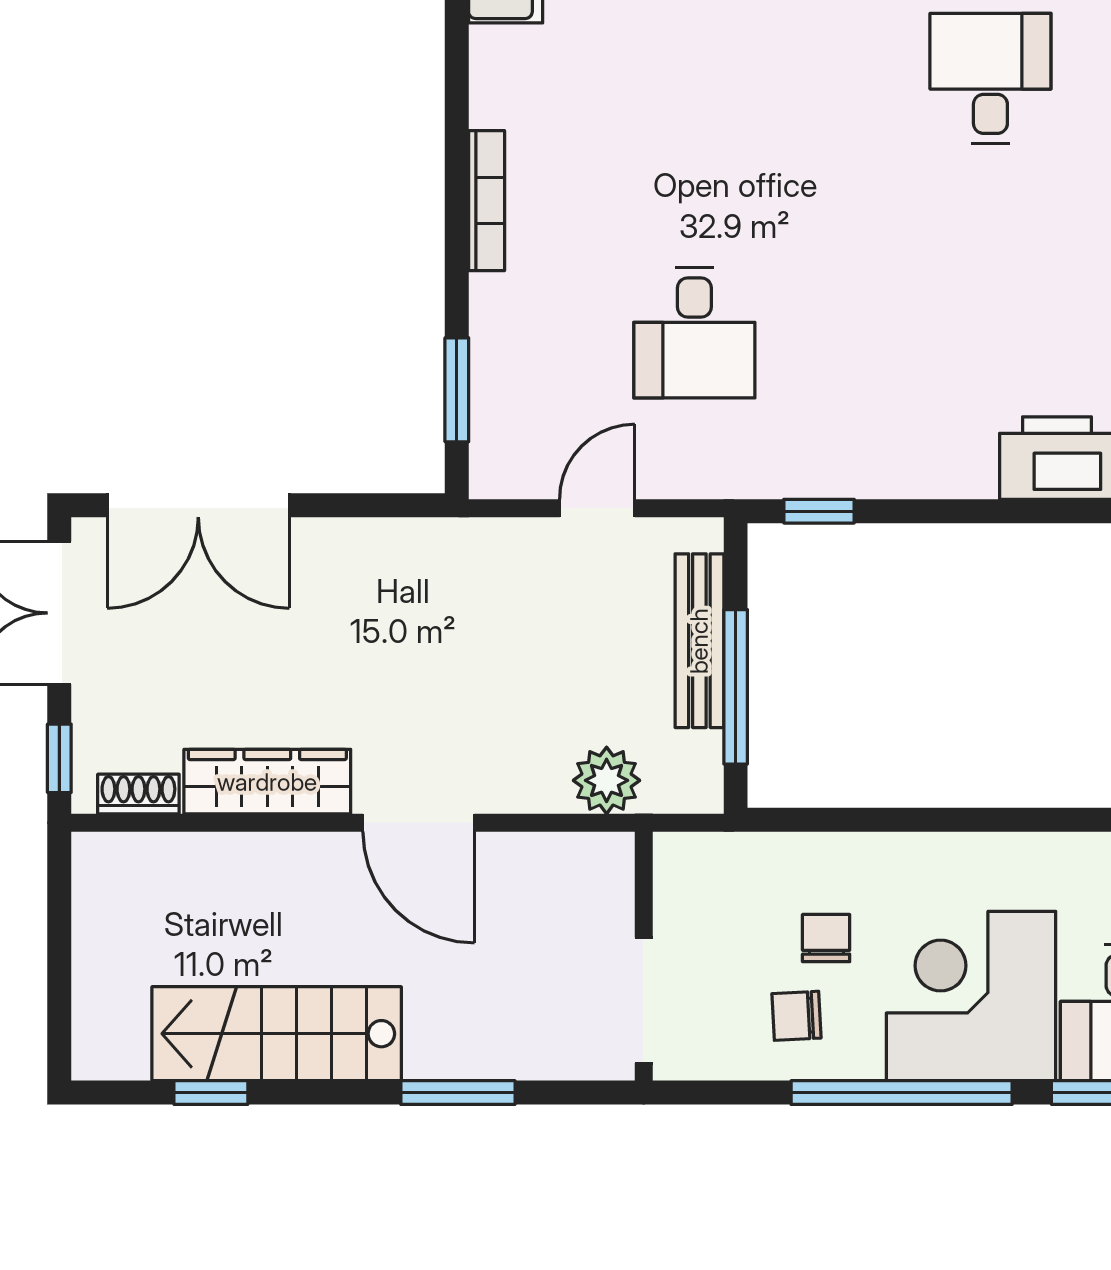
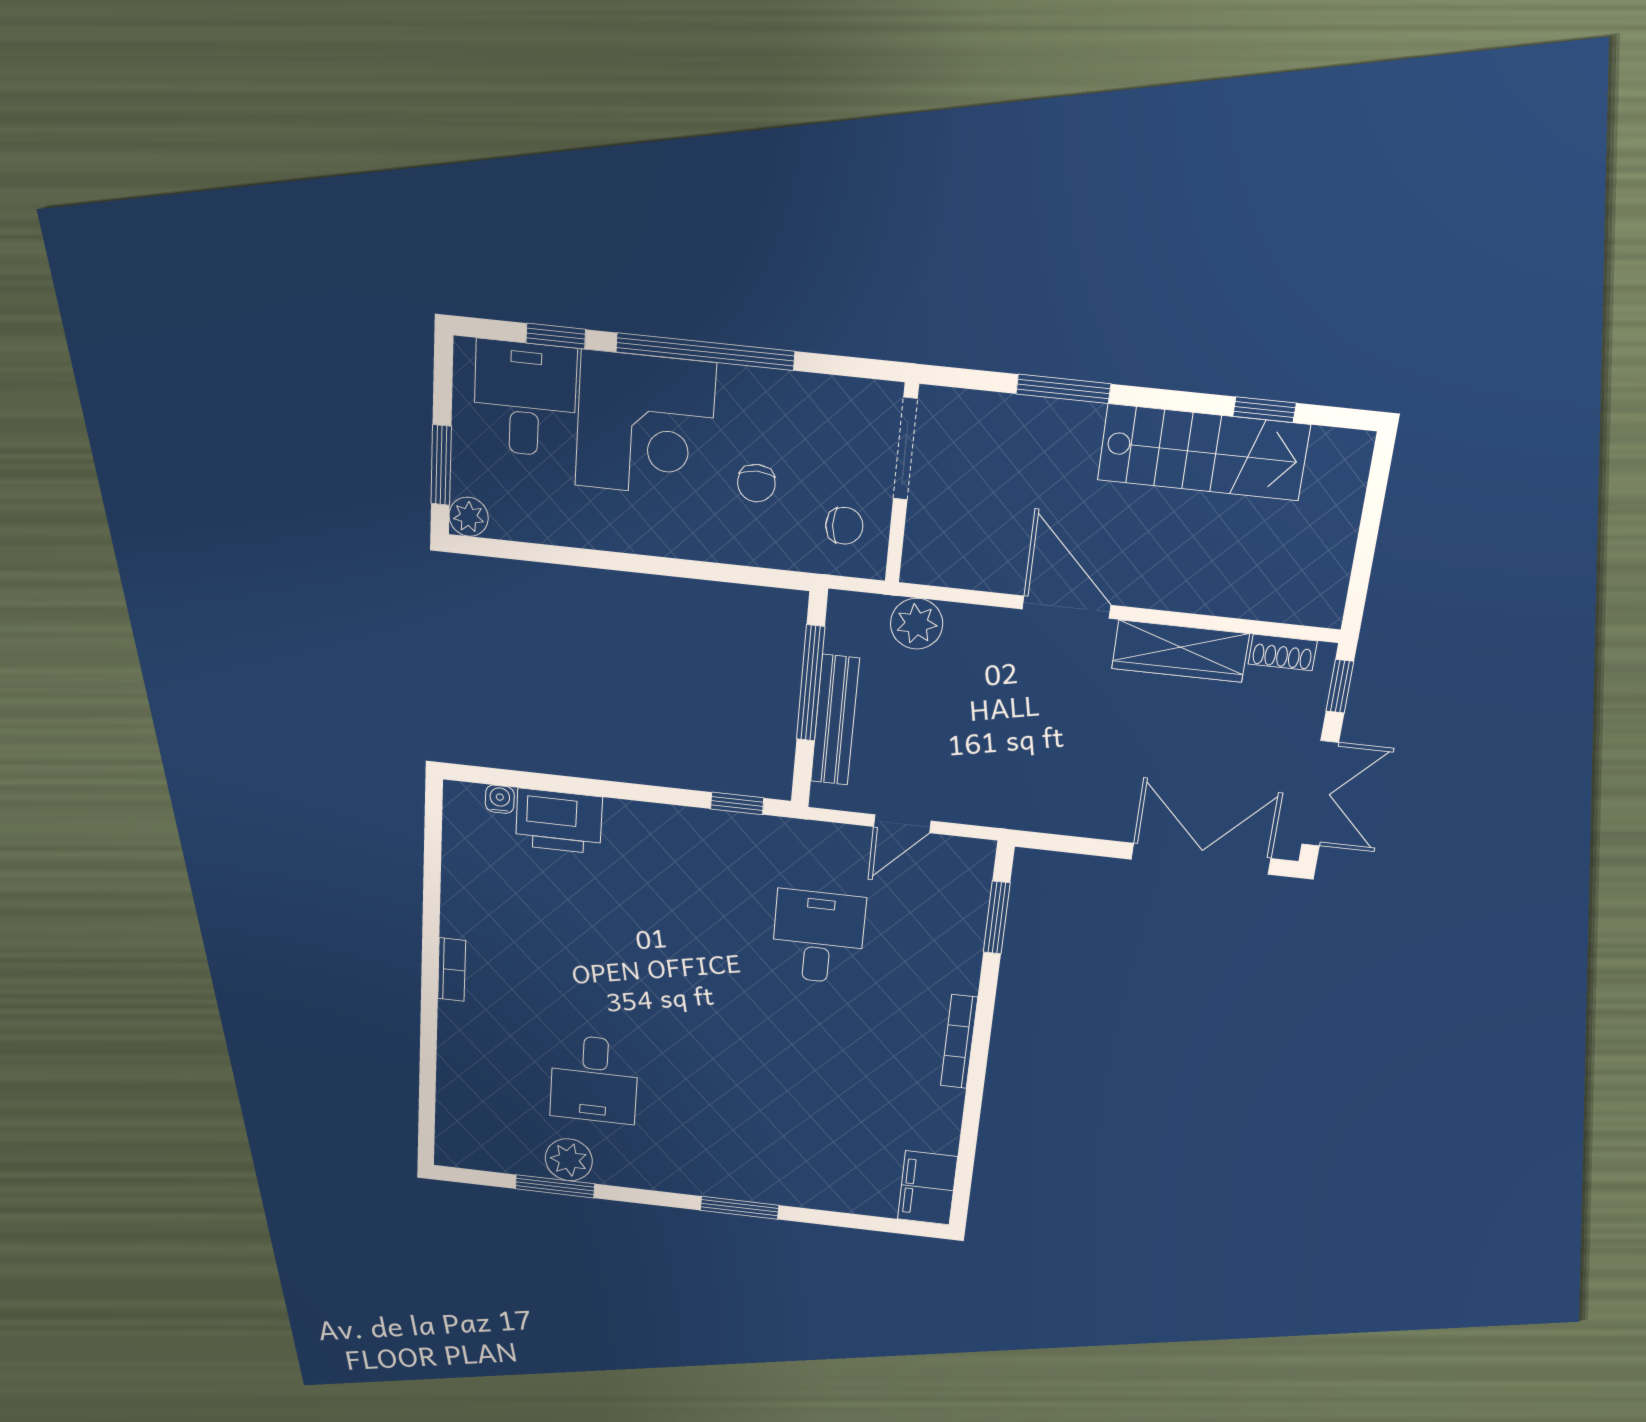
chair: (796, 1016) -> (844, 526), moved

